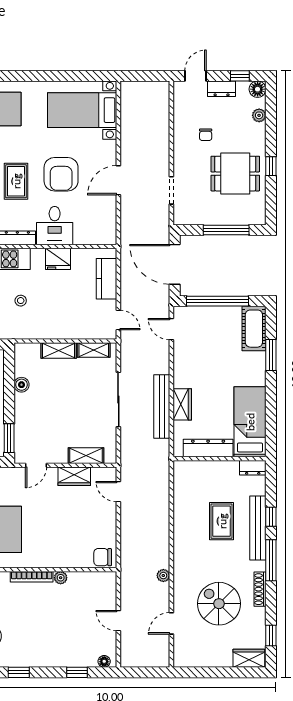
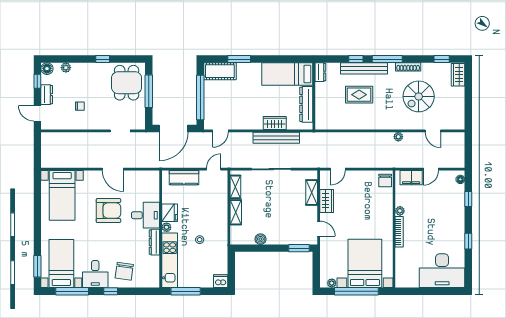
dining table: (235, 174) -> (127, 83), moved
rug: (16, 181) -> (114, 243), removed
plant: (38, 255) -> (167, 227), added
filing cabinet: (107, 593) -> (411, 178), added

